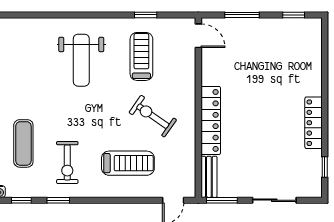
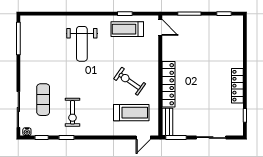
treadmill: (141, 56) -> (127, 29), moved, turned -90
treadmill: (128, 163) -> (131, 113), moved

